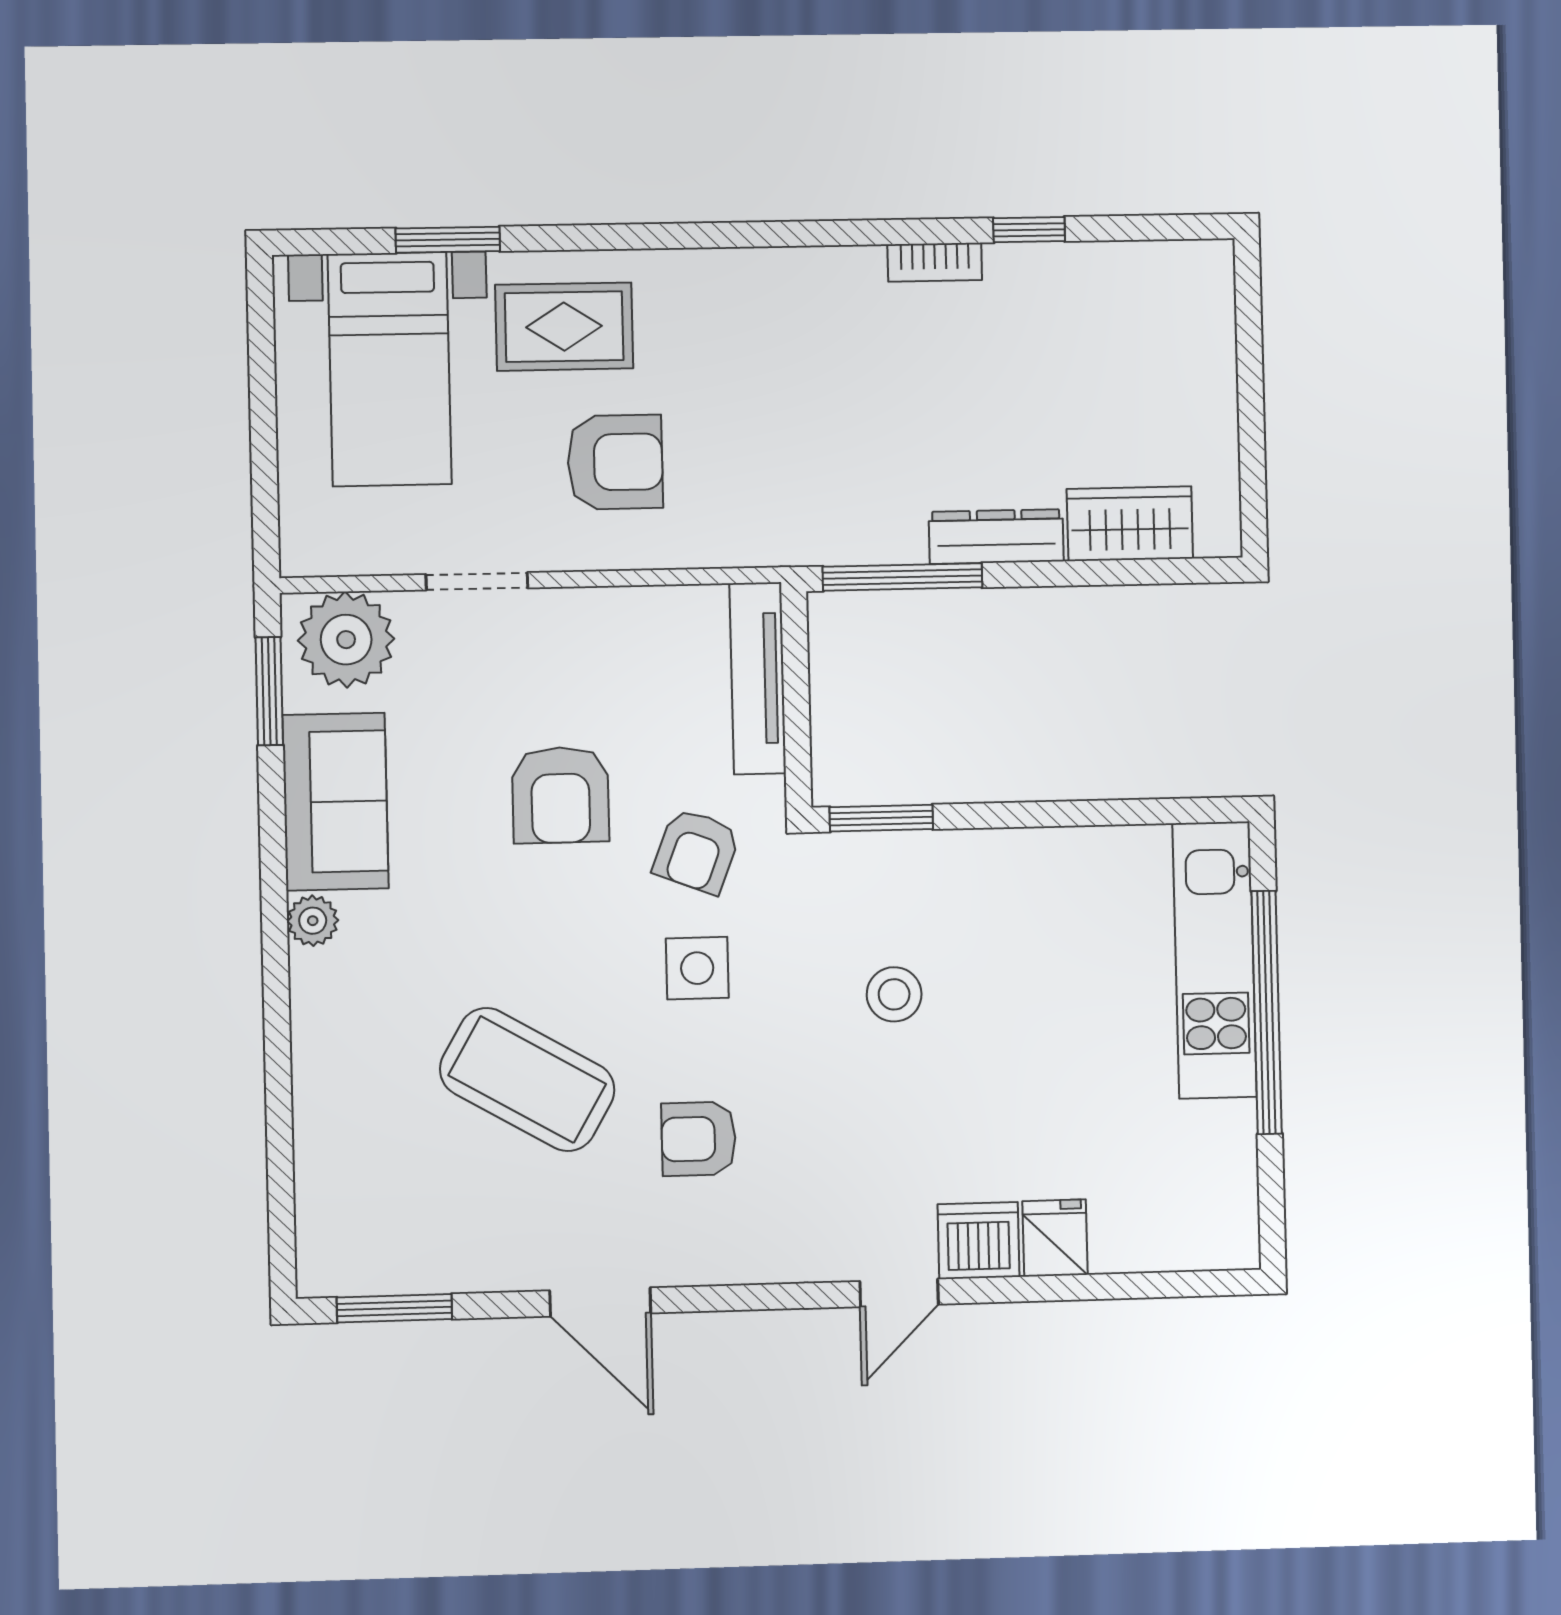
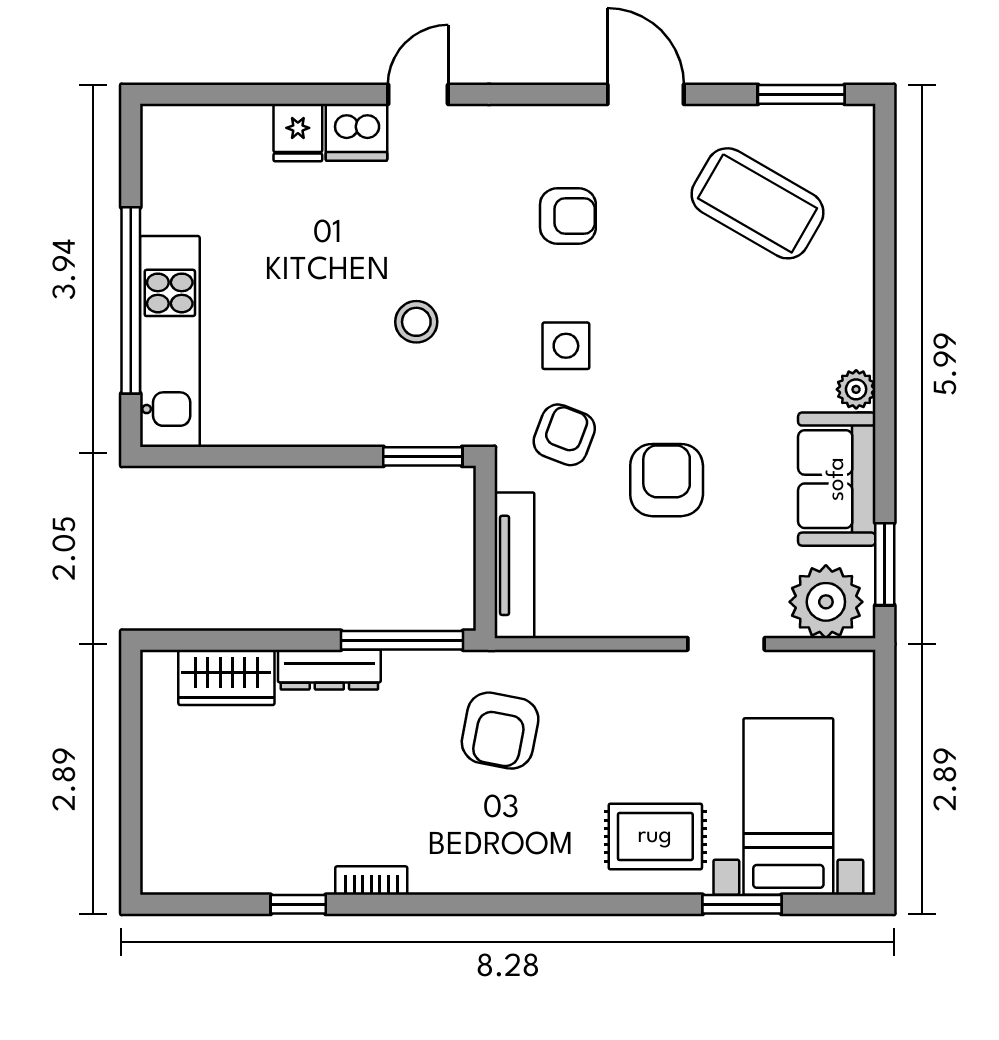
armchair: (615, 462) -> (500, 731), moved, turned -79
coffee table: (527, 1080) -> (758, 203), moved

